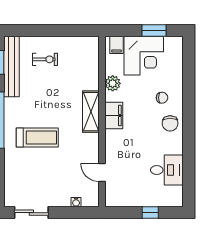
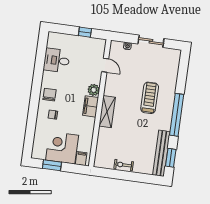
exercise bike: (45, 59) -> (124, 165), moved
plant: (113, 83) -> (94, 90), moved
treadmill: (37, 138) -> (150, 98), turned 90
sliding door: (31, 213) -> (151, 41), moved
window: (150, 213) -> (85, 32), moved

